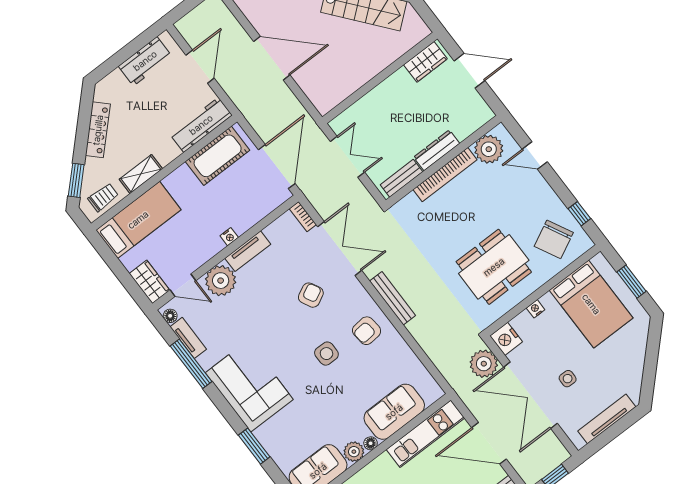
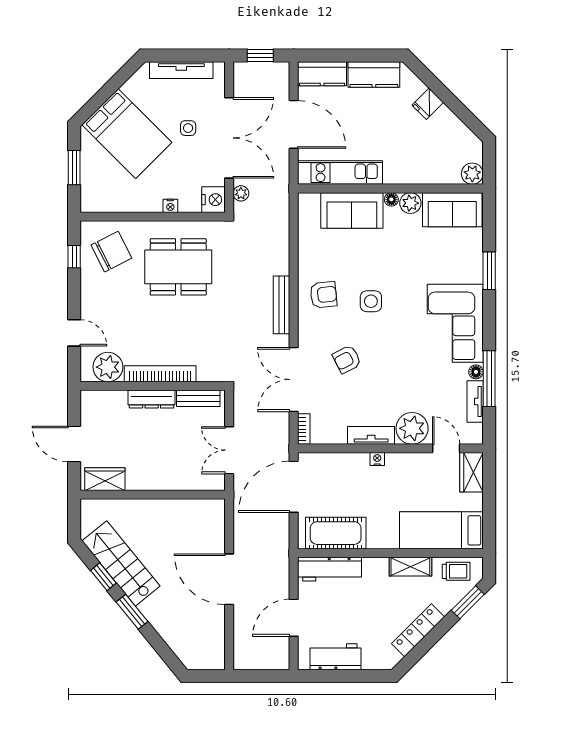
trolley: (103, 197) -> (456, 571), turned 180
bed: (591, 304) -> (127, 134), moved, turned 135
floor lamp: (170, 316) -> (476, 372), moved
plant: (484, 364) -> (241, 193), width x0.53, depth x0.53

